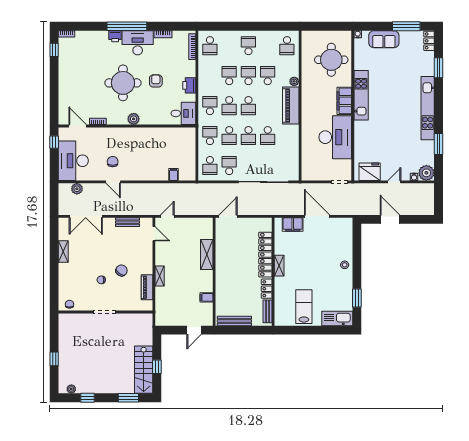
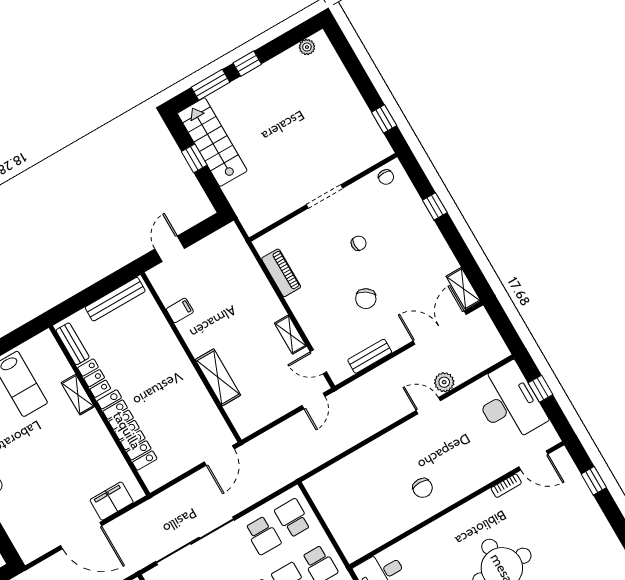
window: (54, 99) -> (594, 481), added
plant: (134, 119) -> (453, 522), removed
window: (54, 142) -> (541, 389), moved
chair: (113, 162) -> (423, 488), moved
filing cabinet: (173, 174) -> (341, 471), removed
plant: (77, 189) -> (444, 382), moved
shelving: (63, 251) -> (463, 289), moved
shelving: (279, 266) -> (78, 395), moved
chair: (121, 270) -> (366, 299), moved
window: (54, 276) -> (435, 206), added
shelving: (160, 276) -> (290, 335), moved
window: (54, 359) -> (384, 119), moved
window: (87, 398) -> (247, 64), moved

